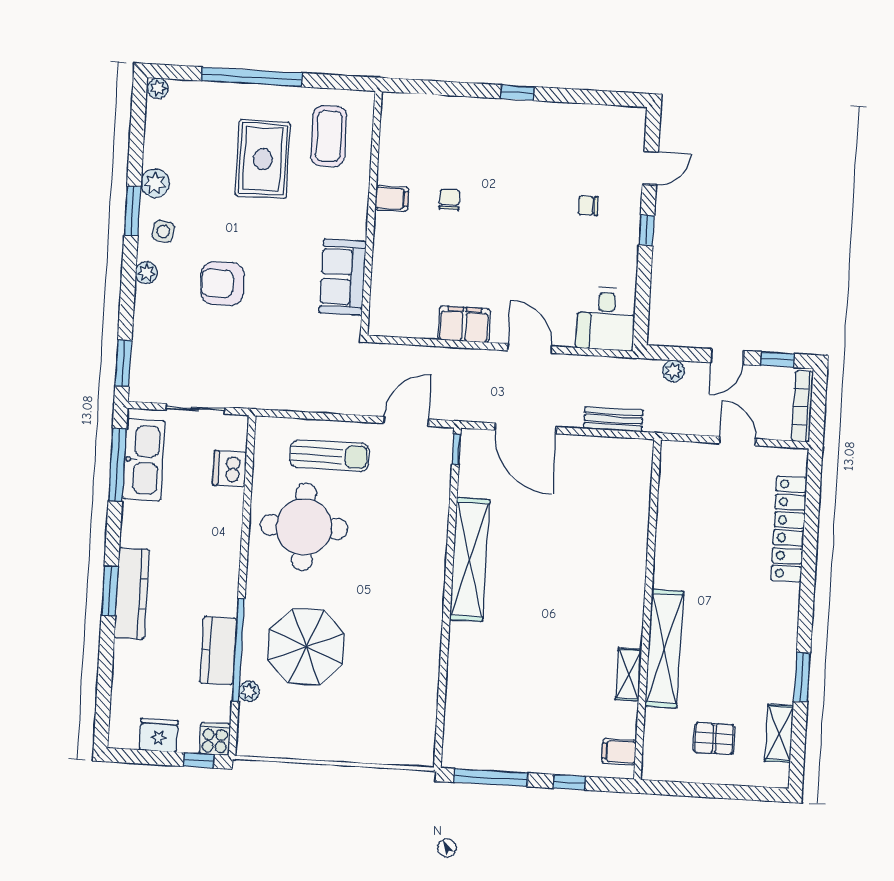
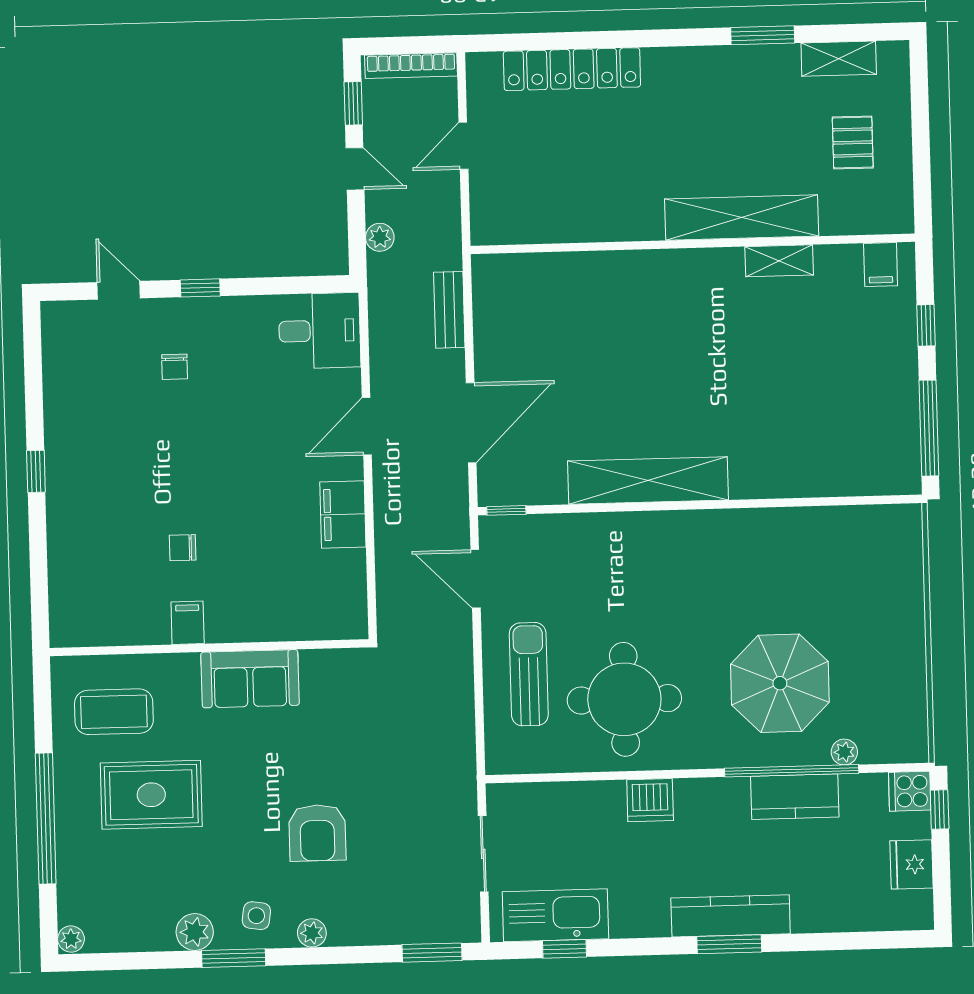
sofa: (343, 277) -> (250, 679), moved
window: (117, 465) -> (565, 949), width x0.46
dishwasher: (230, 469) -> (650, 800), moved

